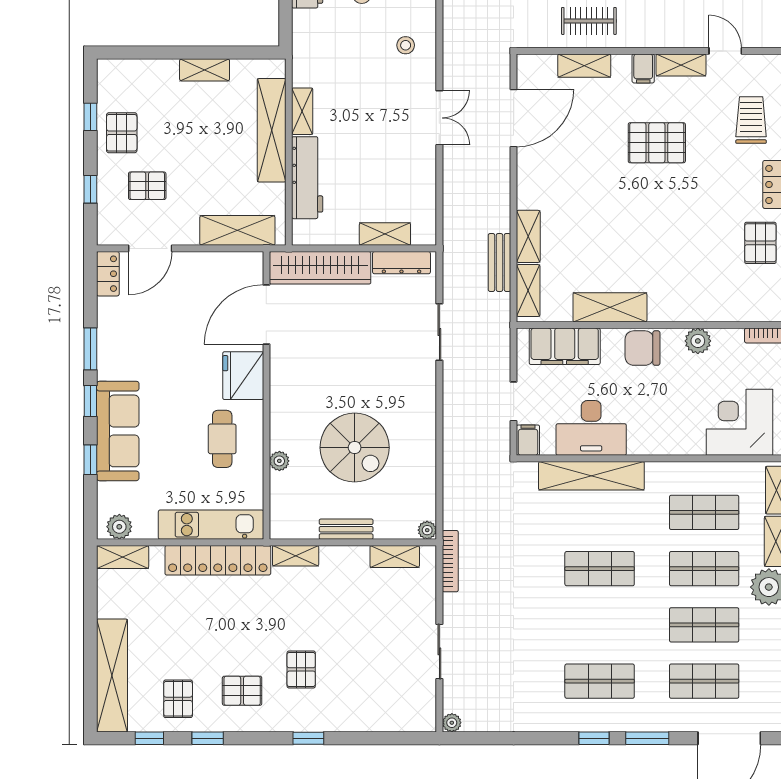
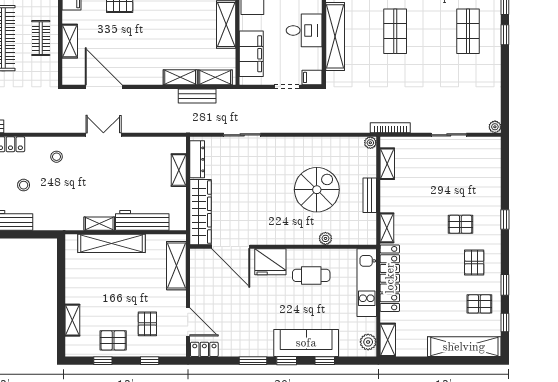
shelving: (205, 70) -> (72, 320), moved
desk: (591, 428) -> (304, 30), width x0.73

